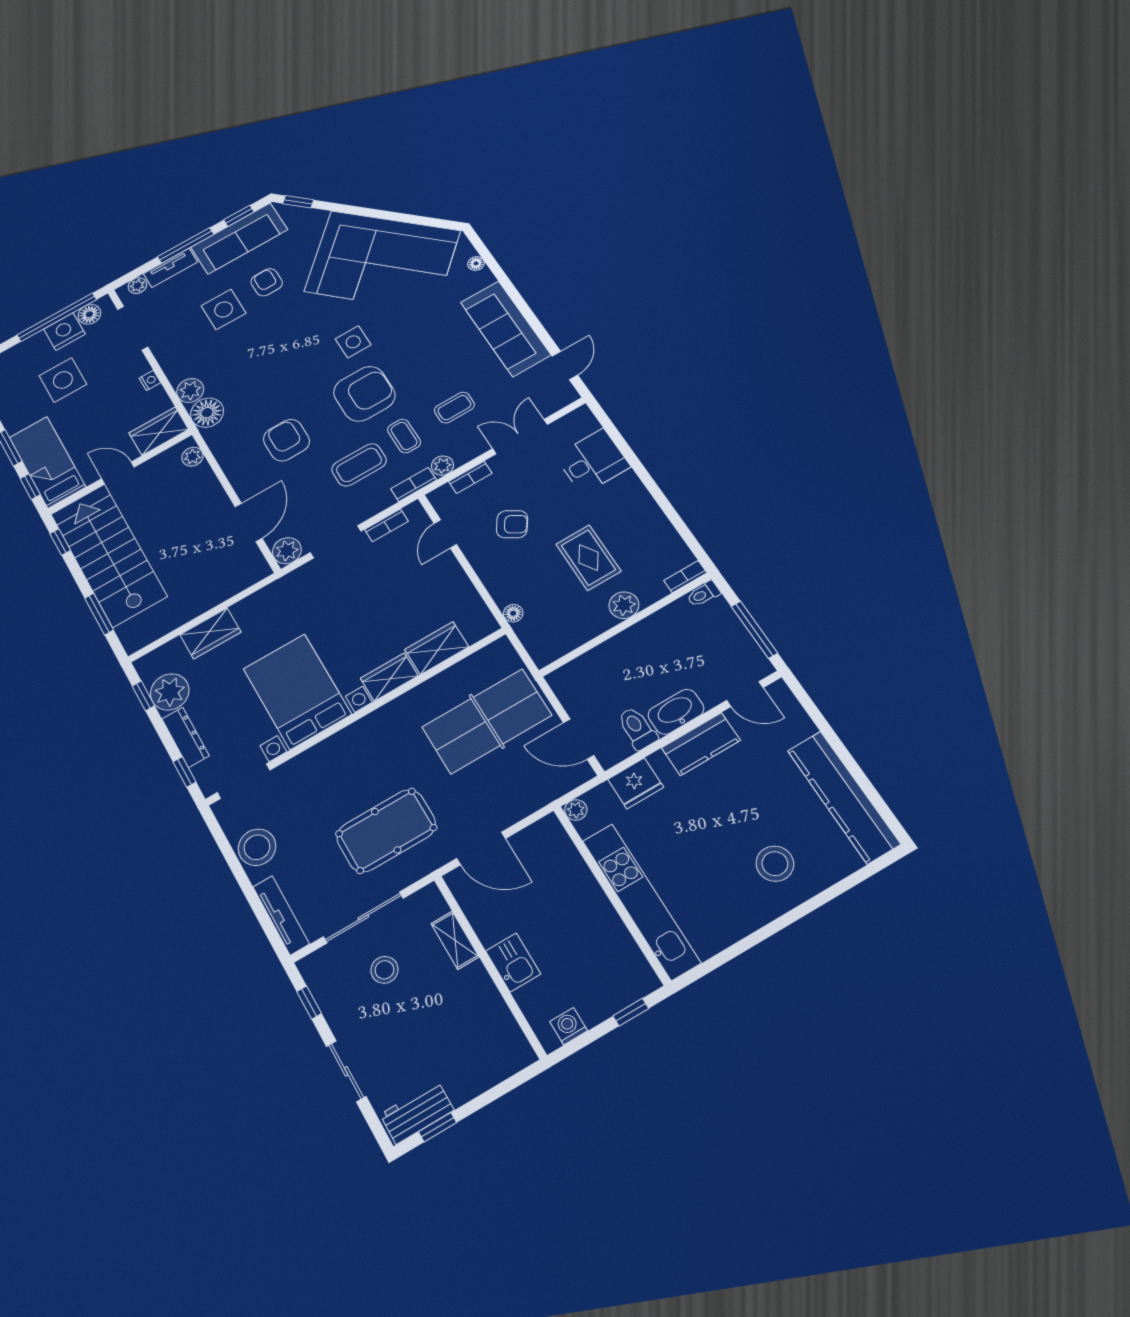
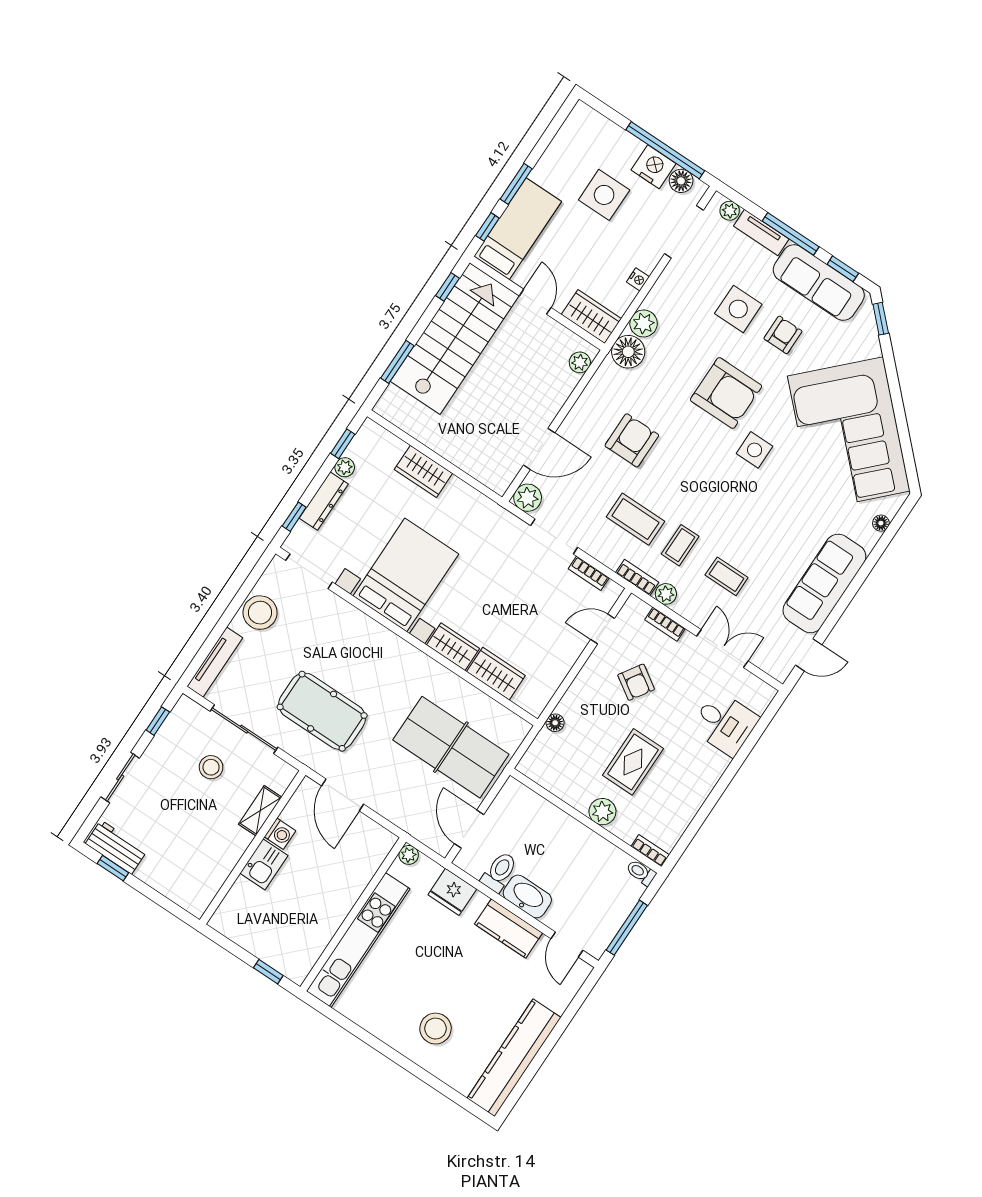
armchair: (364, 394) -> (726, 393), moved
plant: (170, 692) -> (345, 467), width x0.53, depth x0.53
washing machine: (569, 1026) -> (280, 834), moved, turned 90

